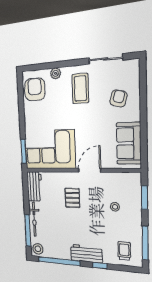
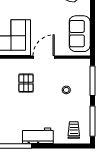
window: (145, 198) -> (92, 81), width x1.44
window: (100, 266) -> (51, 146), removed

